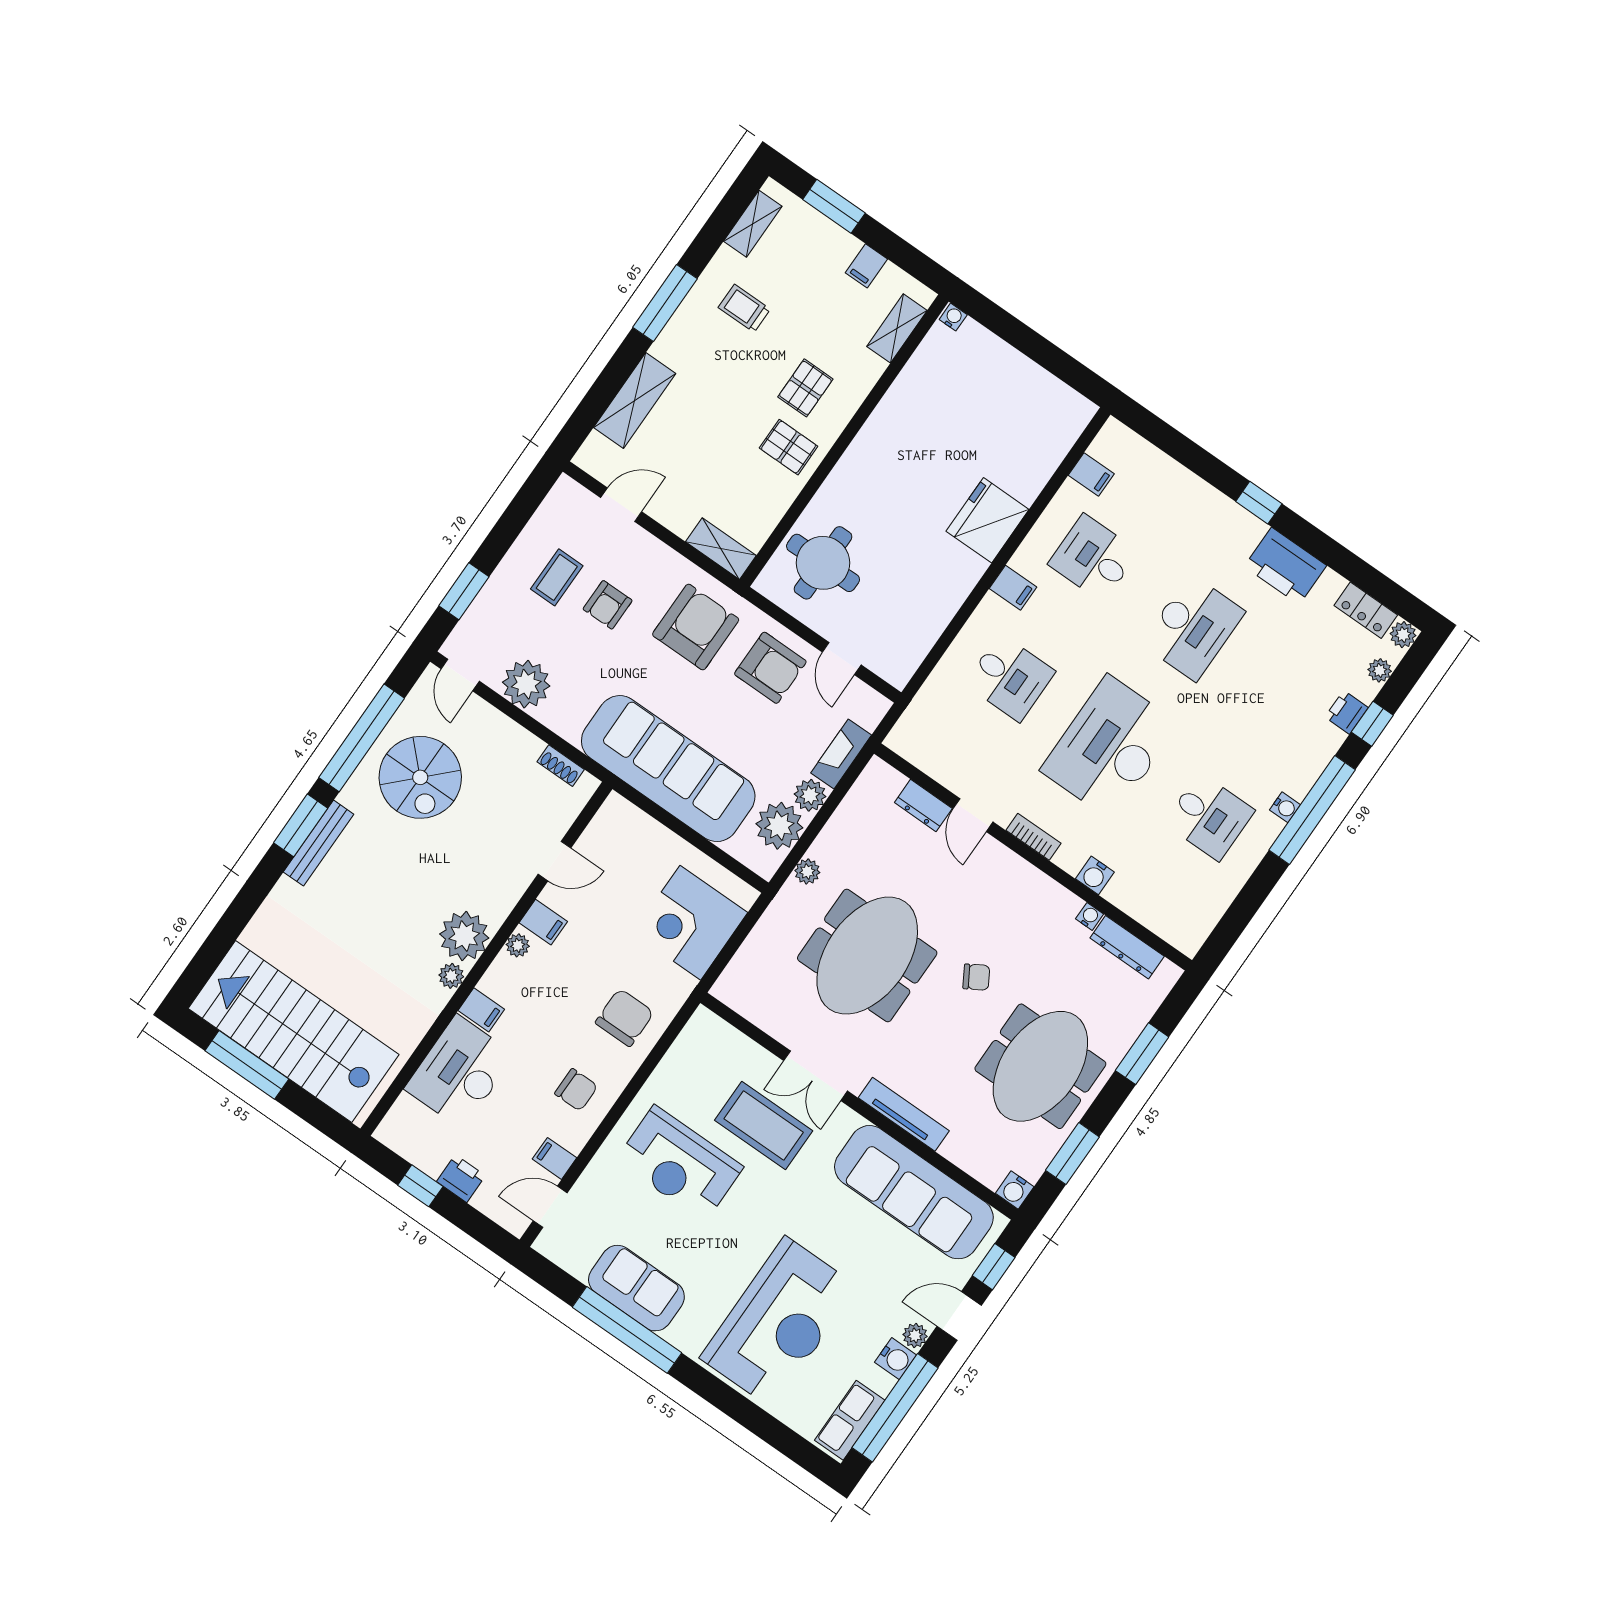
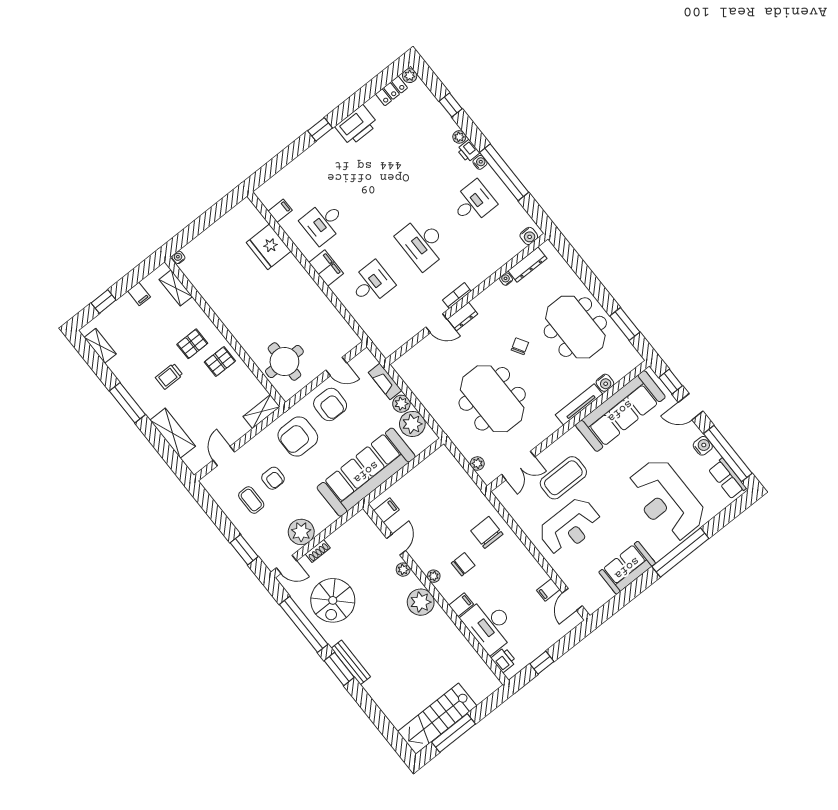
window: (834, 206) -> (104, 302), width x0.67
trolley: (744, 308) -> (169, 376), moved
pallet: (805, 388) -> (192, 344), turned 90
fridge: (988, 520) -> (269, 247), moved
filing cabinet: (1013, 588) -> (326, 268), width x2.00
armchair: (696, 627) -> (298, 436), turned -90
desk: (1193, 628) -> (374, 182), removed
armchair: (770, 668) -> (330, 404), turned 91
plant: (1380, 670) -> (459, 137), moved
printer: (1347, 712) -> (468, 151), moved
desk: (1110, 747) -> (422, 243), width x0.73, depth x0.77
shoe rack: (561, 766) -> (318, 551), moved
spiral stairs: (420, 777) -> (333, 600), turned 90
dresser: (923, 805) -> (463, 316), moved
window: (1312, 810) -> (504, 172), moved
plant: (807, 871) -> (477, 463), moved
water cooler: (1095, 875) -> (529, 236), moved
filing cabinet: (543, 922) -> (386, 510), moved
corner desk: (690, 923) -> (448, 484), removed
plant: (451, 976) -> (403, 570), moved
stairs: (294, 1032) -> (437, 719), width x0.73, depth x0.66
window: (1142, 1054) -> (584, 273), removed
double door: (816, 1076) -> (518, 466), moved
chair: (576, 1090) -> (463, 564), moved
printer: (461, 1179) -> (504, 660), moved, turned 90
water cooler: (1015, 1190) -> (605, 383), moved
door: (959, 1316) -> (691, 407), hinge flipped
reception desk: (779, 1322) -> (666, 500), turned 180
window: (627, 1330) -> (680, 552), moved
plant: (915, 1335) -> (694, 432), removed

